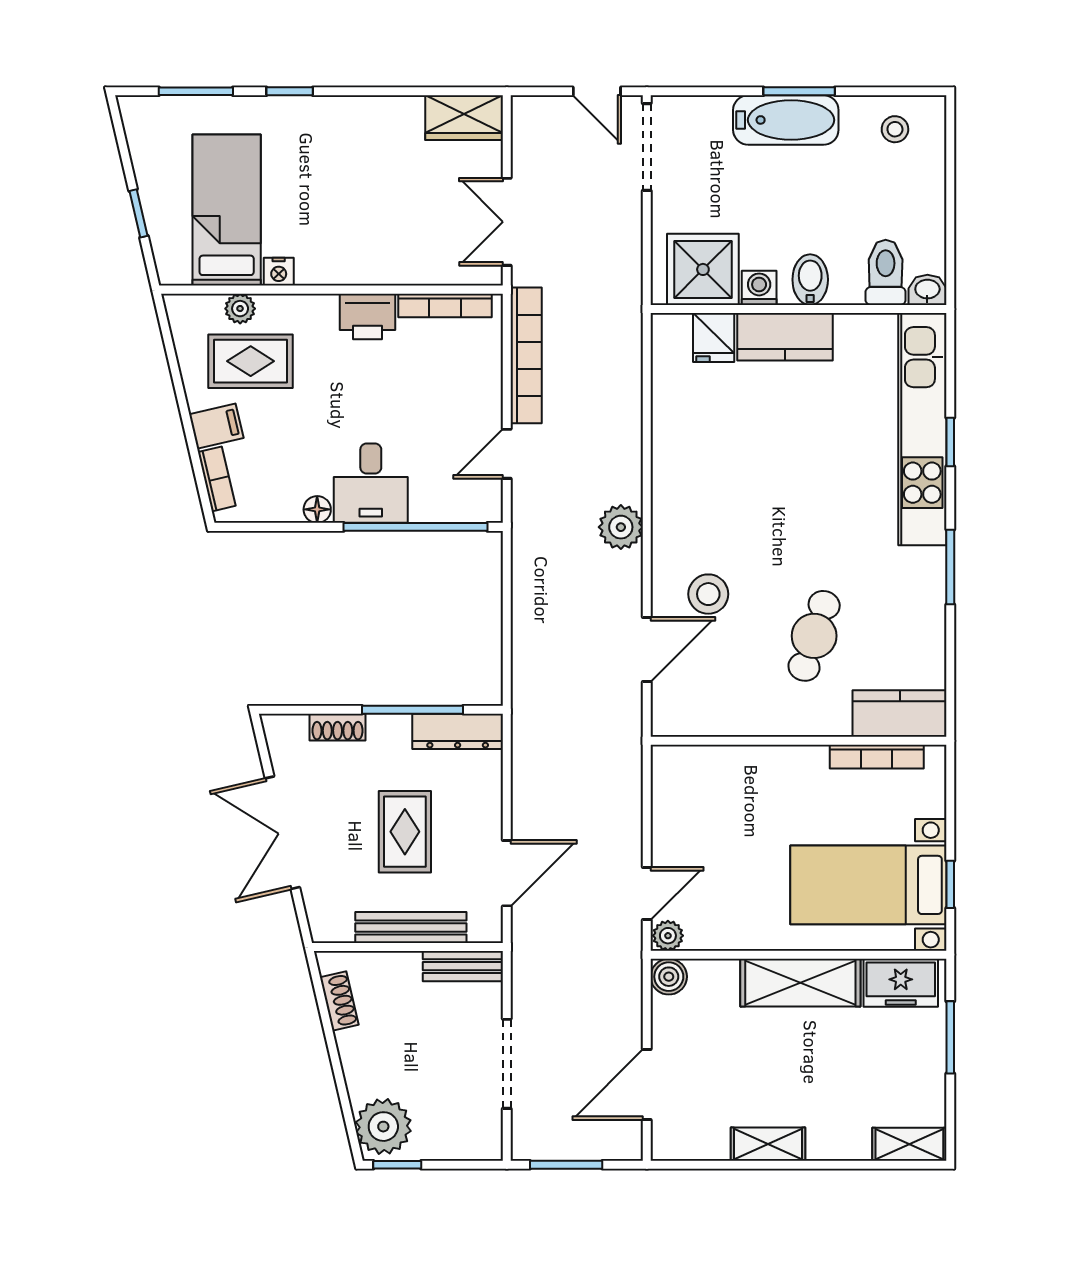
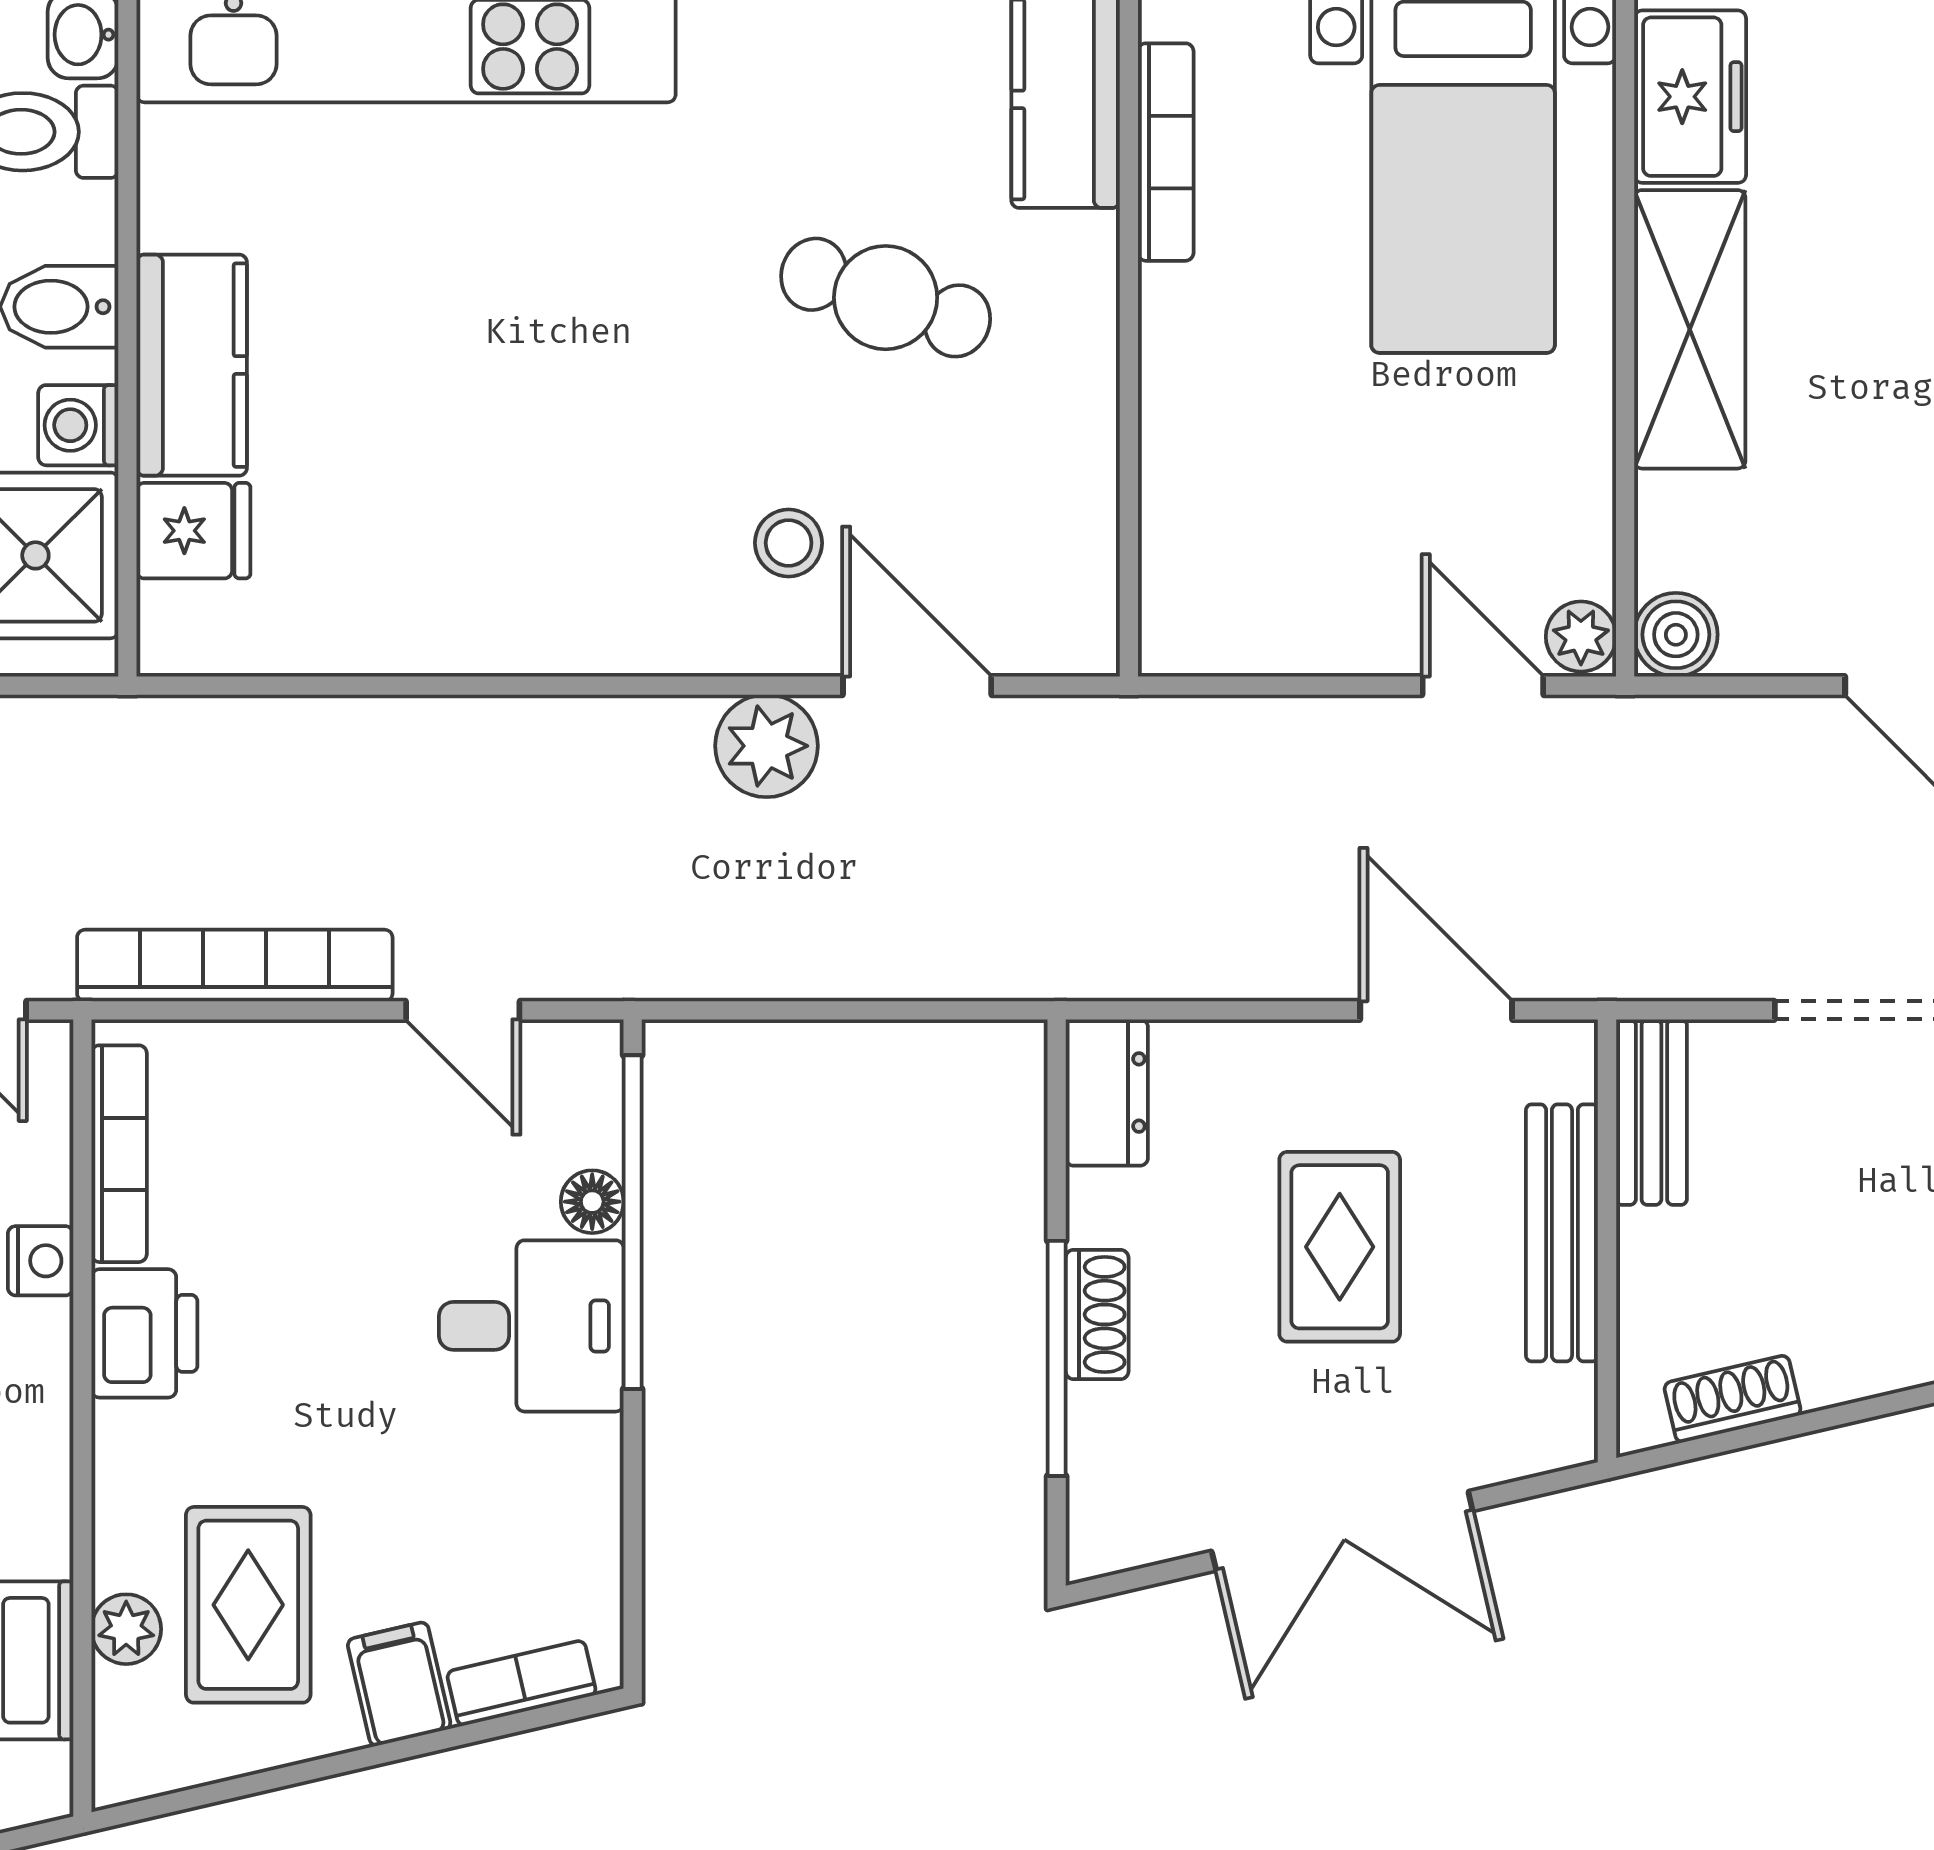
nightstand: (279, 272) -> (41, 1261), moved
floor lamp: (317, 509) -> (592, 1202), moved
plant: (621, 527) -> (767, 746), moved
stool: (708, 594) -> (789, 543), width x0.73, depth x0.73
window: (412, 710) -> (1057, 1358), moved
shoe rack: (338, 727) -> (1097, 1315), moved
dresser: (458, 731) -> (1107, 1093), width x0.70
rug: (405, 832) -> (1340, 1247), turned 90

